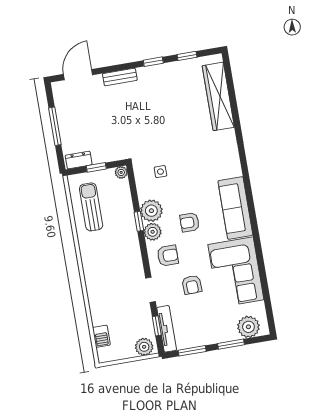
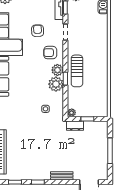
dresser: (79, 160) -> (75, 126), moved
sun lounger: (91, 207) -> (77, 71), moved
armchair: (190, 222) -> (32, 72), removed

